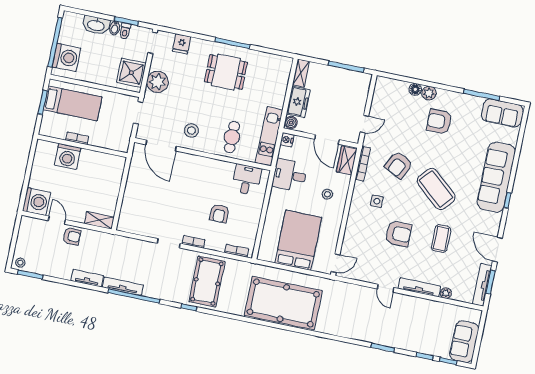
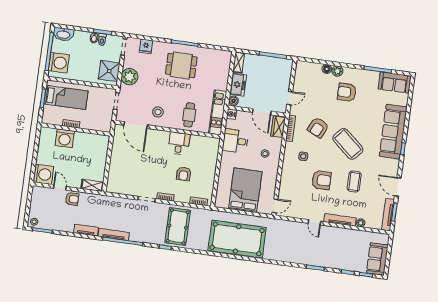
washbasin: (96, 25) -> (63, 34), moved
desk: (247, 180) -> (179, 143), moved

